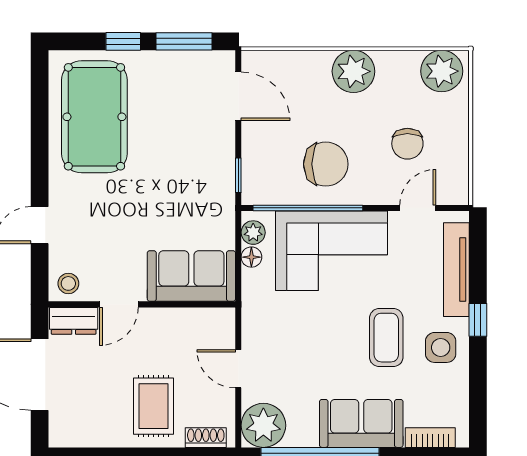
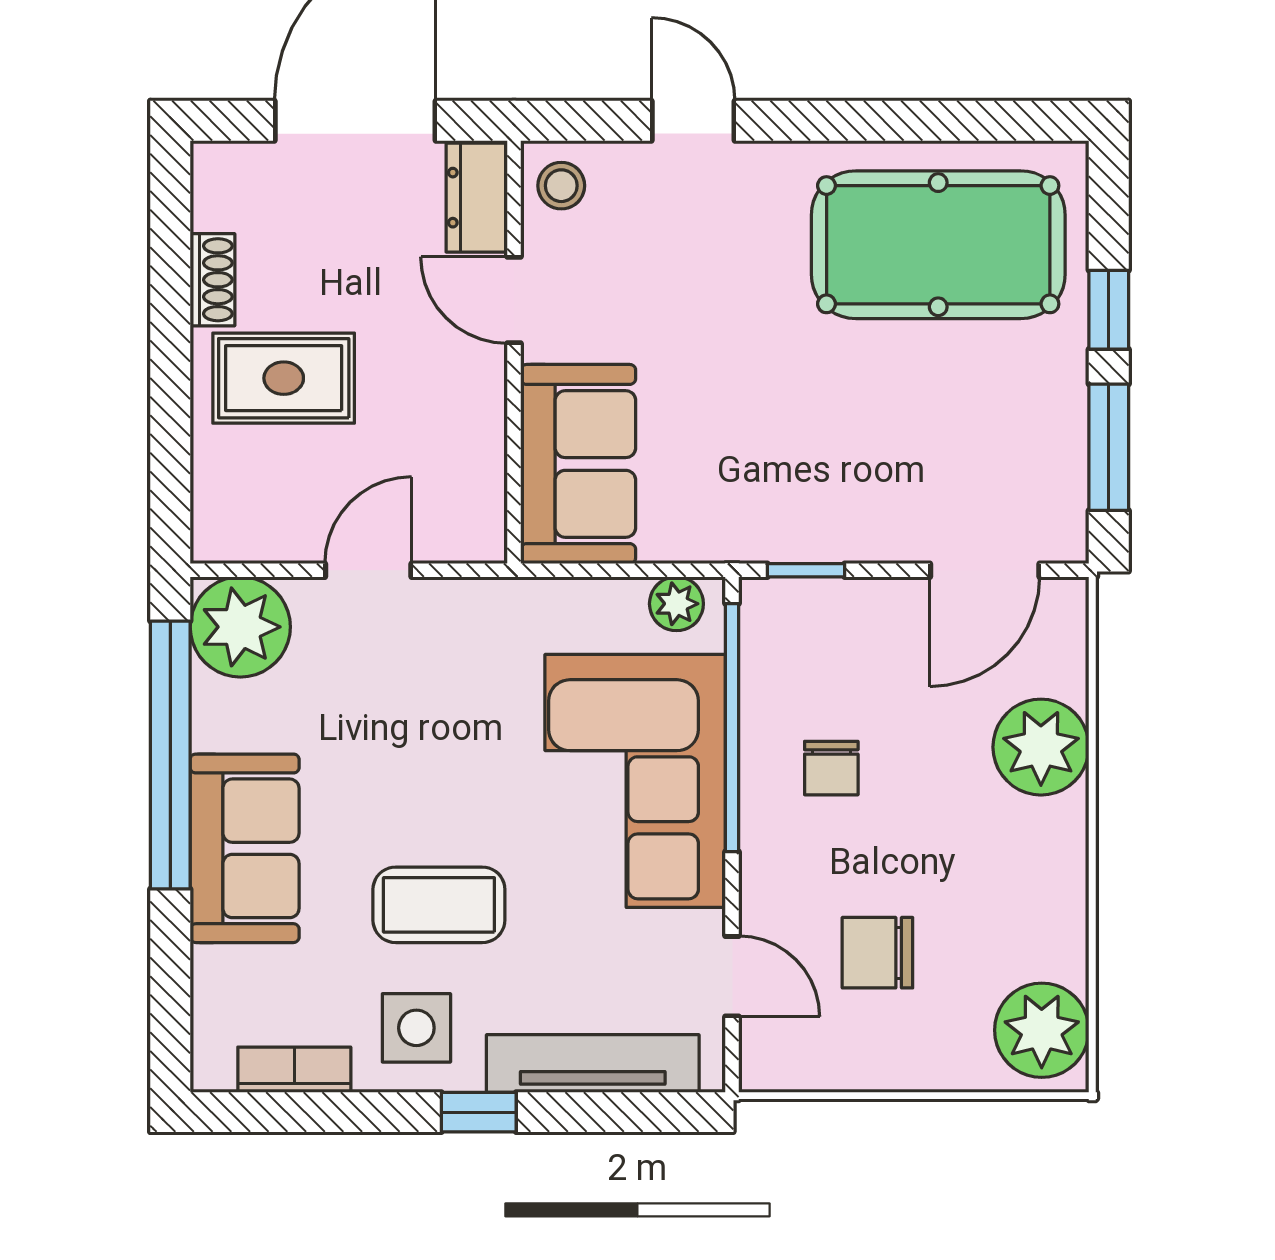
plant: (353, 71) -> (1041, 747), moved
chair: (326, 164) -> (831, 768), width x0.54, depth x0.54
floor lamp: (251, 257) -> (621, 600), removed
shoe rack: (206, 438) -> (212, 280), moved
bookcase: (430, 438) -> (294, 1070), moved, turned -90

